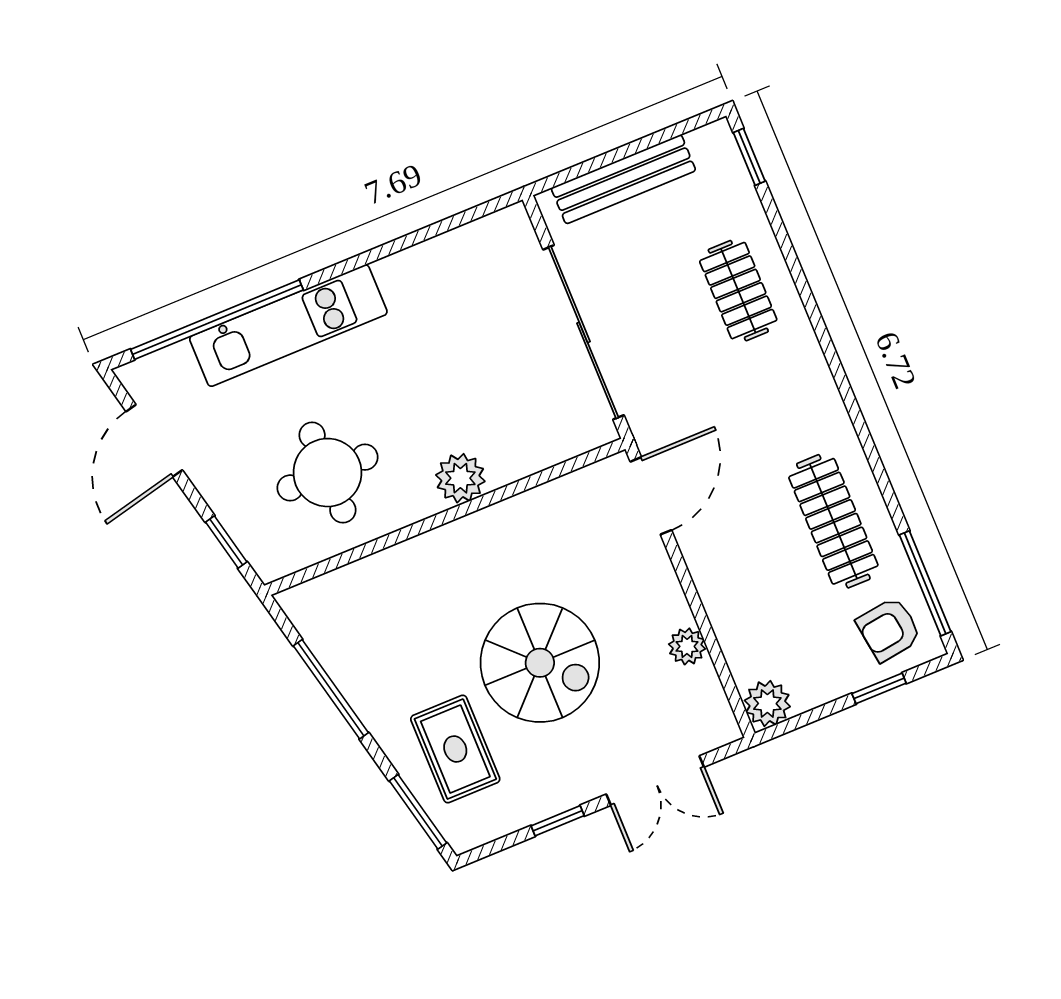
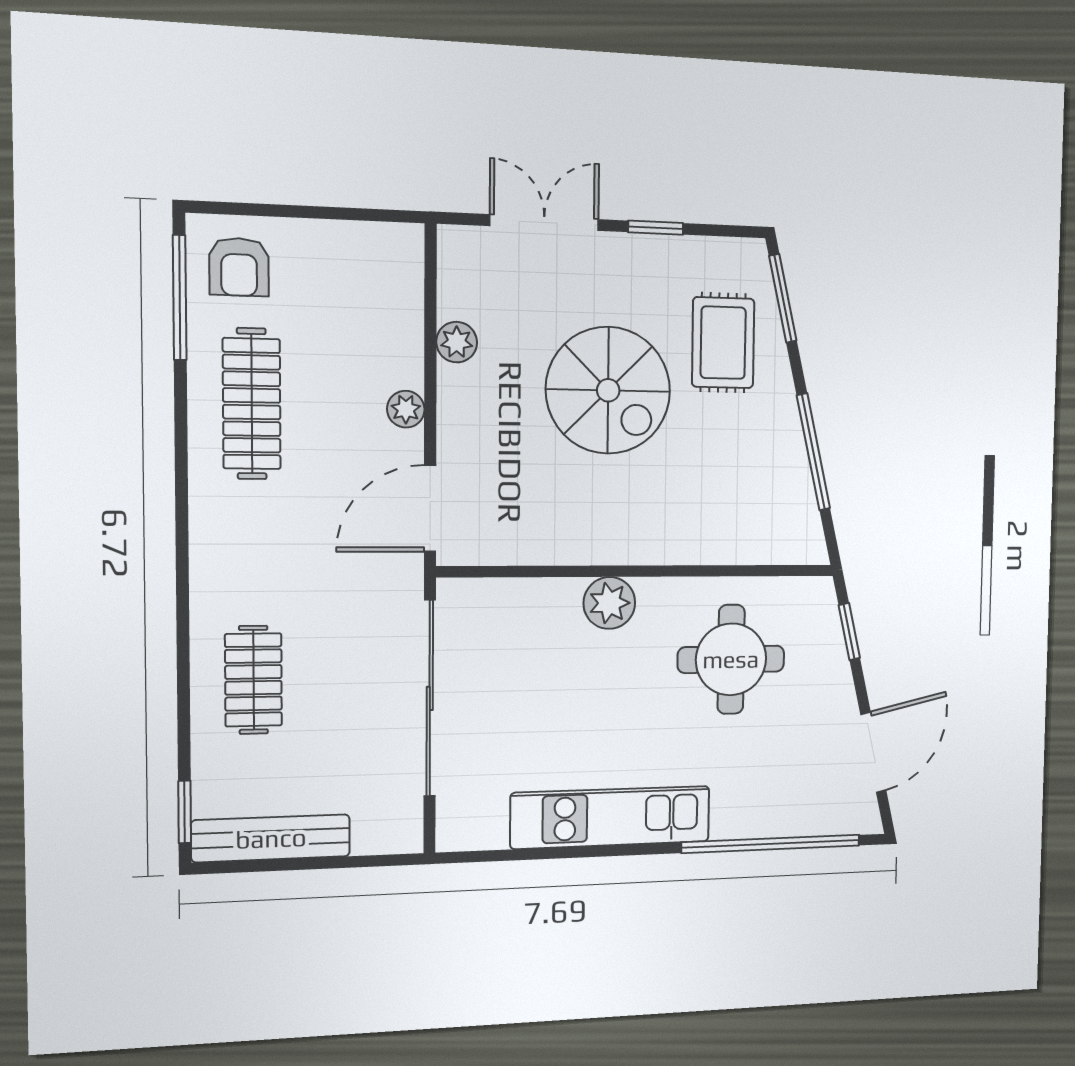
bench: (623, 179) -> (271, 838), moved
kitchen unit: (288, 325) -> (611, 817), moved
armchair: (889, 629) -> (239, 267), turned 98
spiral stairs: (540, 663) -> (608, 390), turned 180
window: (879, 688) -> (275, 211), removed
plant: (767, 704) -> (406, 409), moved, width x0.73, depth x0.73

